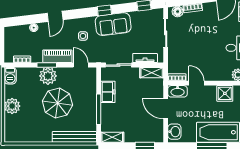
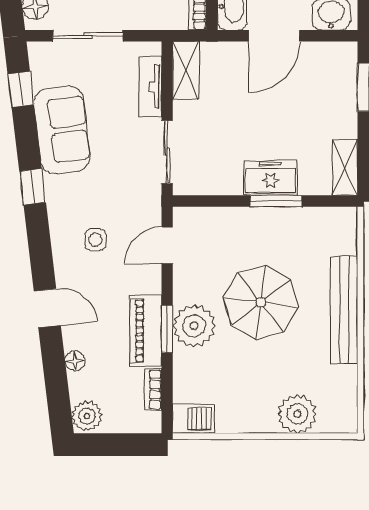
sofa: (113, 24) -> (62, 130), moved
plant: (11, 32) -> (87, 416), added
piano: (57, 56) -> (146, 331), moved
freezer: (108, 92) -> (270, 178), moved
plant: (12, 106) -> (297, 414), moved
window: (99, 109) -> (276, 201), width x0.69
bench: (74, 137) -> (344, 310), moved

